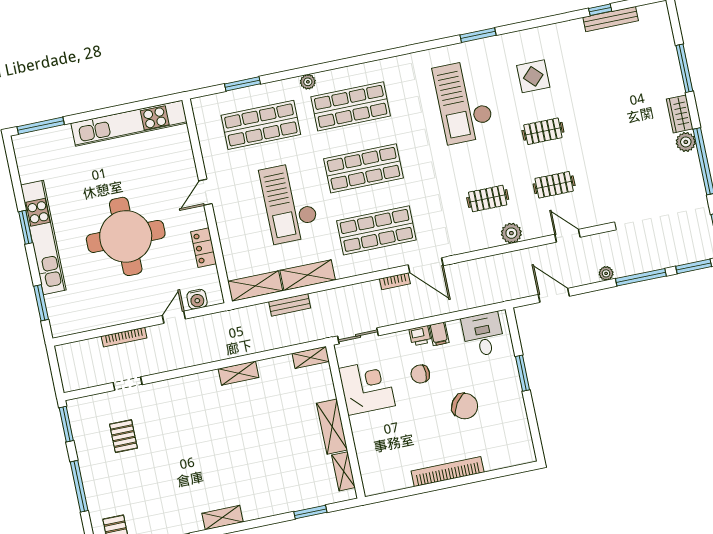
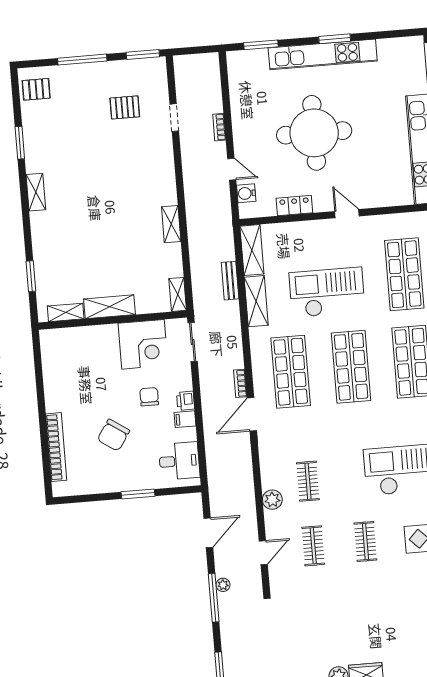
window: (641, 277) -> (214, 598), moved
bookcase: (124, 337) -> (219, 127), width x0.64
bookcase: (448, 472) -> (56, 447), moved

